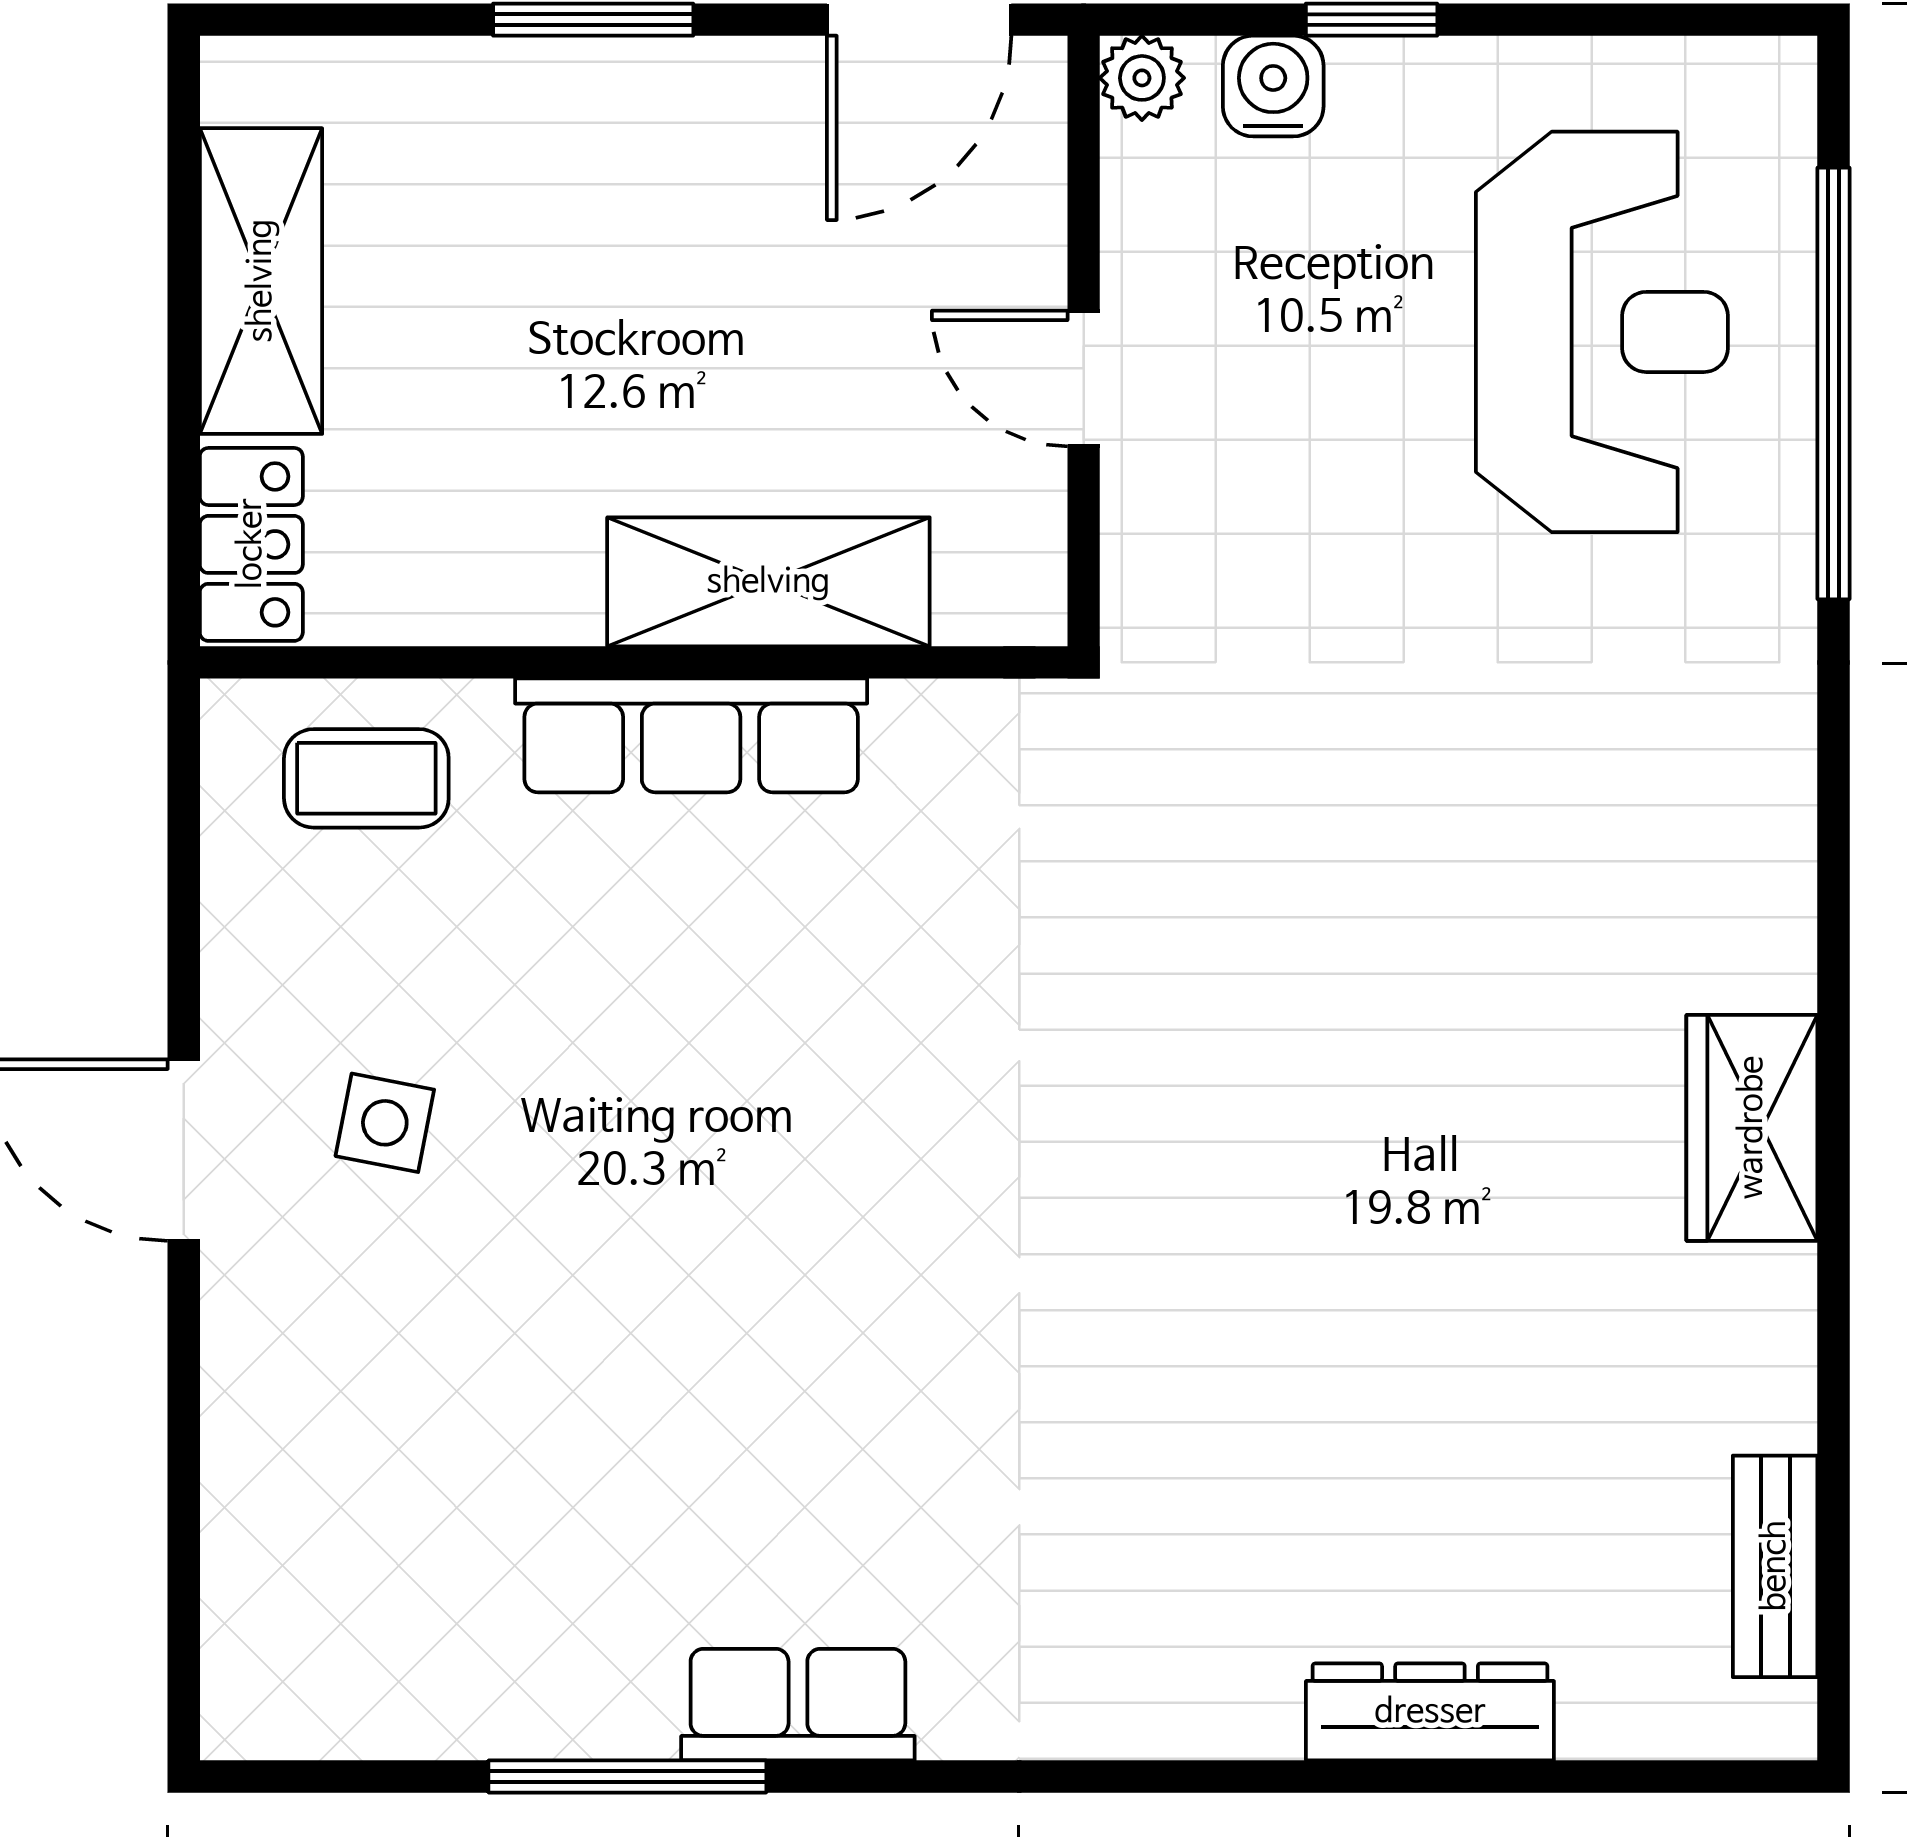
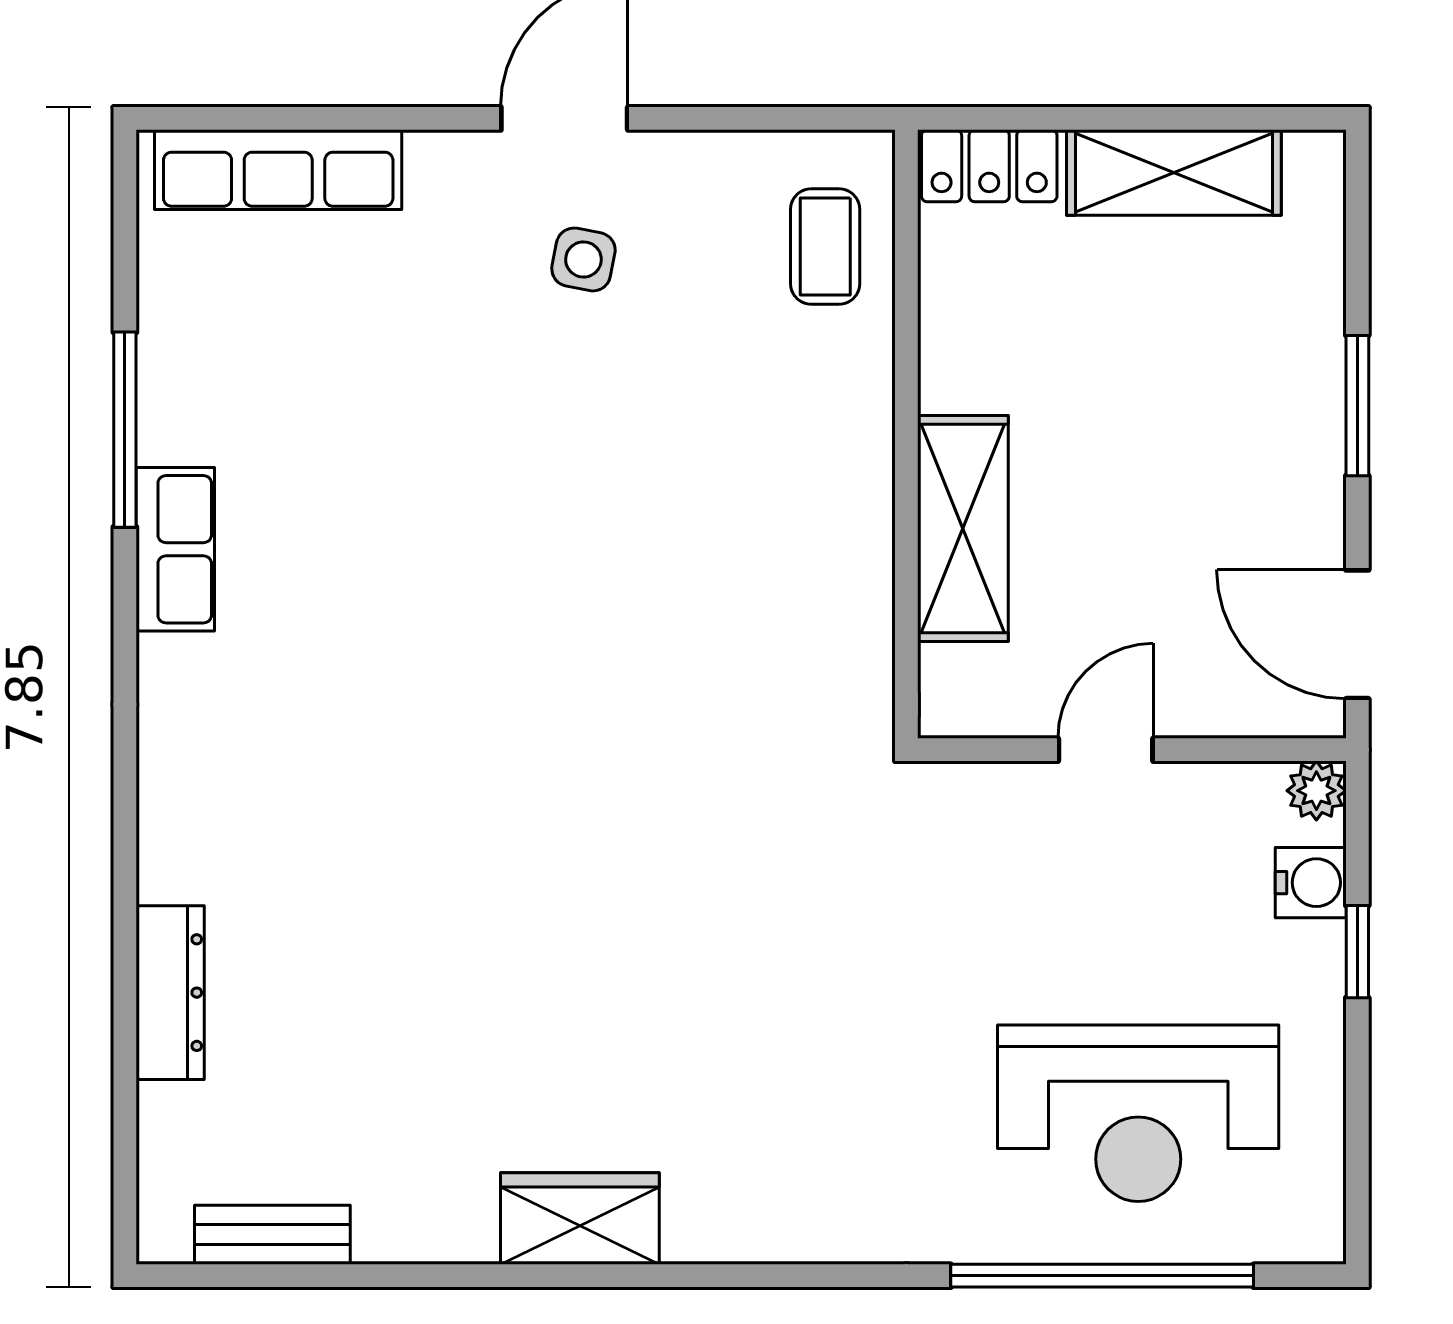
row of seats: (691, 735) -> (278, 170), moved, turned -90

